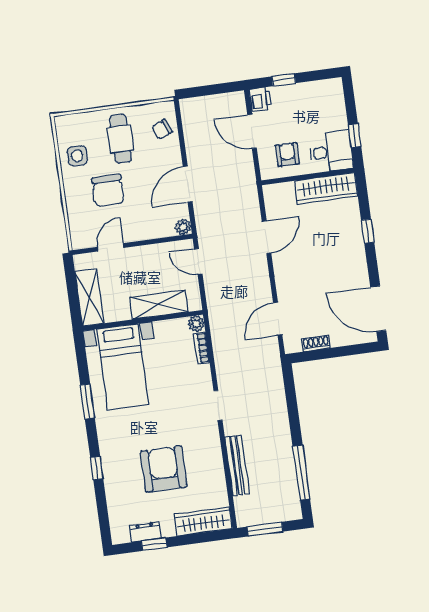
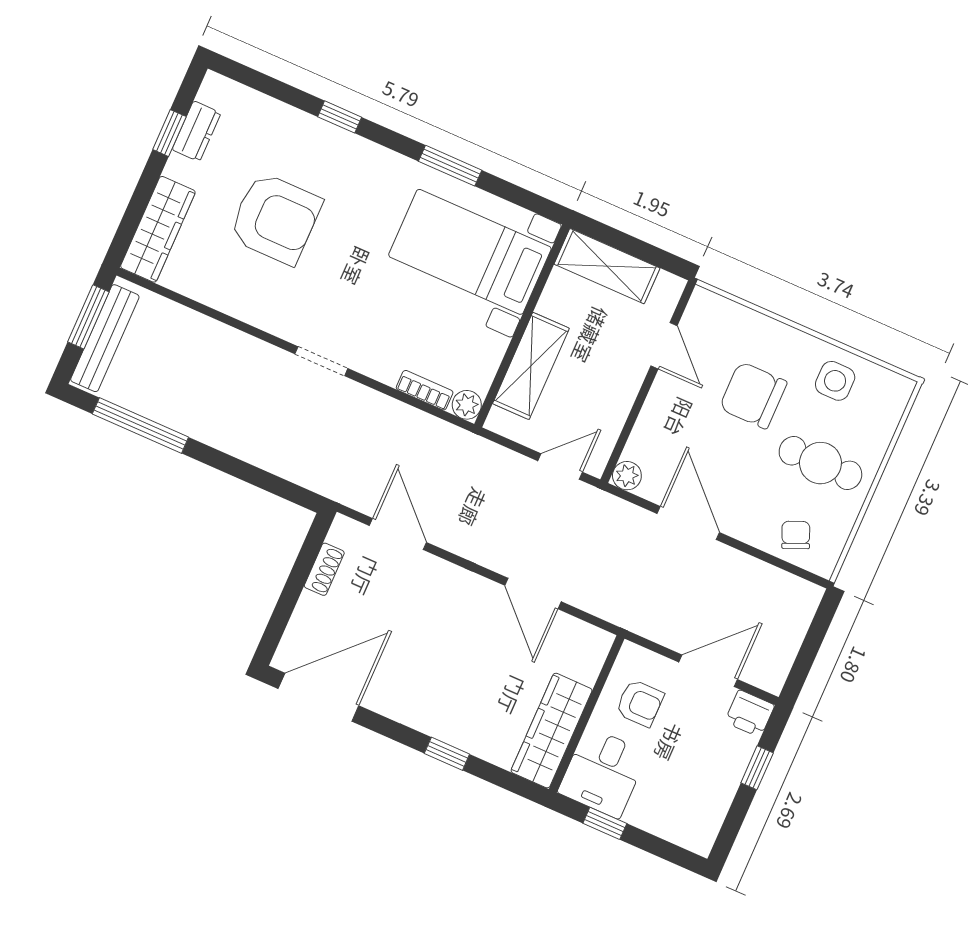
bench: (237, 466) -> (105, 338), moved, turned 90

